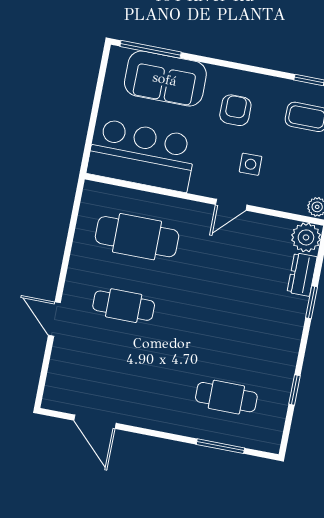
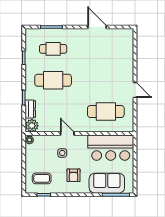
door: (231, 205) -> (67, 134), hinge flipped
cafe table: (124, 306) -> (53, 80), moved, width x1.37, depth x1.35
door: (54, 319) -> (135, 90), moved
door: (95, 422) -> (97, 27), moved

